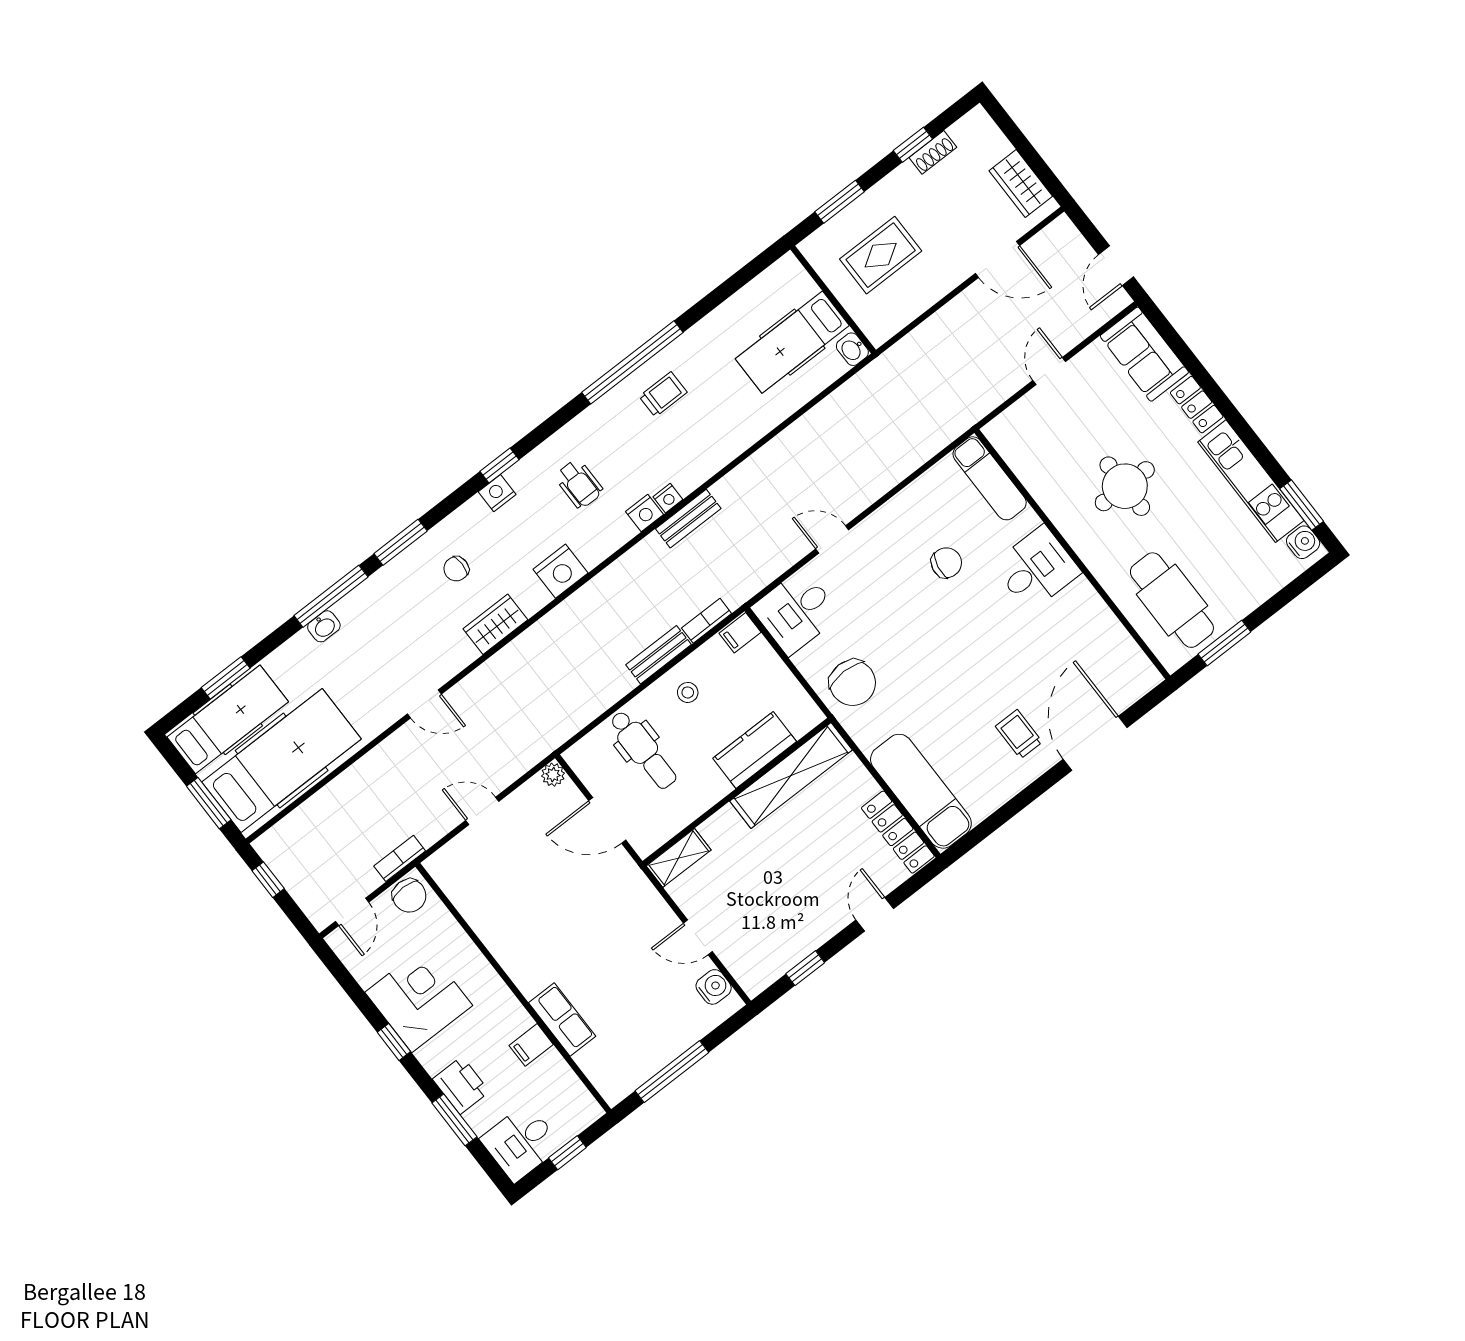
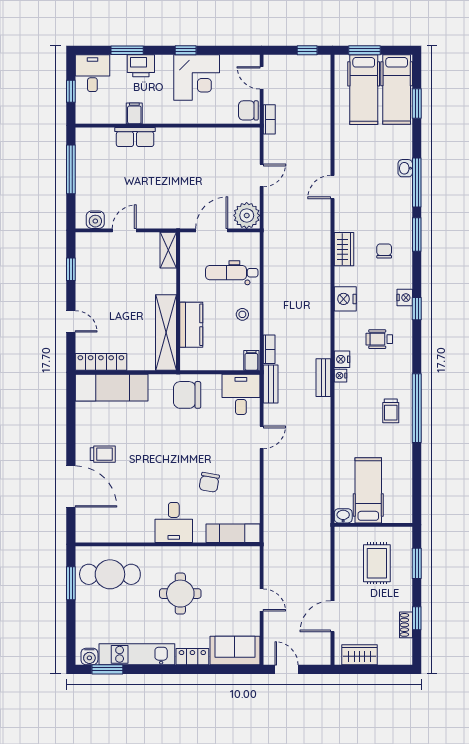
bench: (659, 655) -> (271, 384), moved
hospital bed: (282, 761) -> (364, 90), width x0.73, depth x0.78
plant: (553, 775) -> (247, 215), width x1.87, depth x1.87

